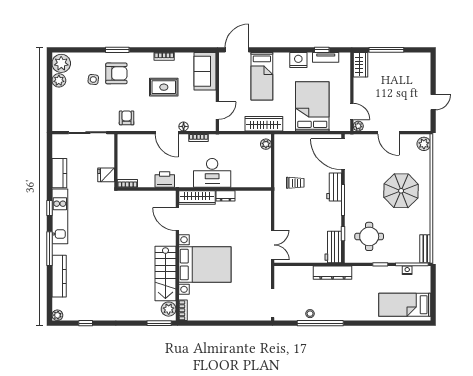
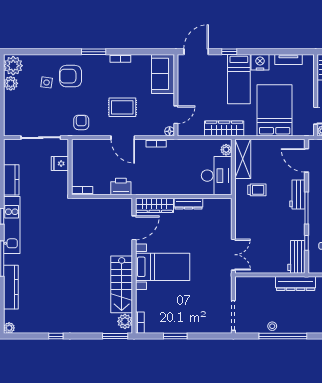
window: (117, 50) -> (94, 52), moved
window: (322, 50) -> (229, 52), moved
armchair: (116, 73) -> (71, 76), turned 180
bed: (262, 76) -> (239, 79), moved
rug: (164, 87) -> (122, 107), moved
floor lamp: (184, 126) -> (170, 131), moved
shelving: (282, 153) -> (243, 159), added
door: (343, 154) -> (307, 160), width x0.73
desk: (212, 173) -> (217, 176), moved, turned -90
fridge: (106, 175) -> (60, 163), moved
dresser: (225, 196) -> (188, 204), width x1.44
door: (177, 219) -> (134, 228), swing flipped
bed with nightstands: (205, 265) -> (163, 267), width x0.73
window: (86, 323) -> (56, 336), moved
window: (217, 323) -> (175, 336), added

